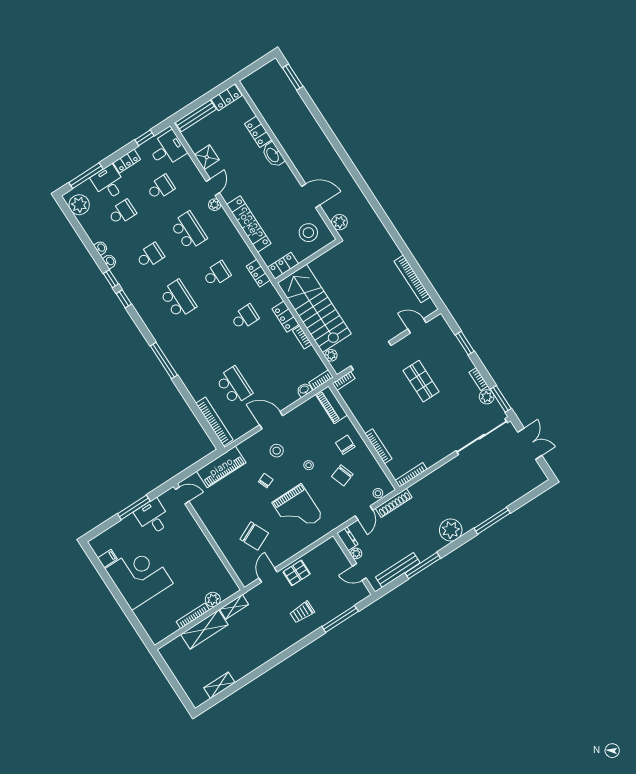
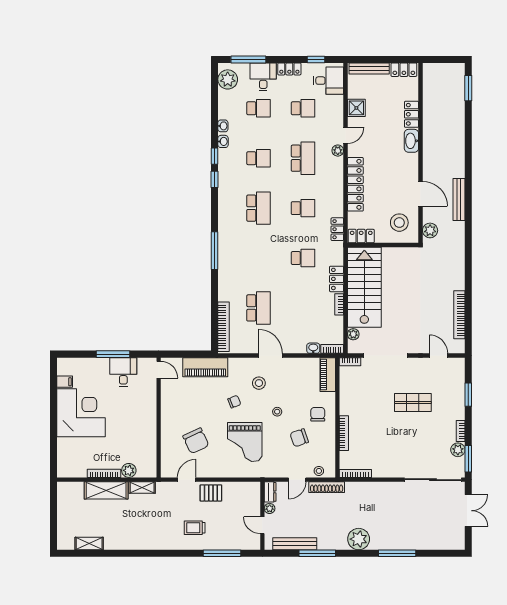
bench: (347, 179) -> (459, 200), added
shop shelf: (421, 381) -> (413, 403), turned 90

